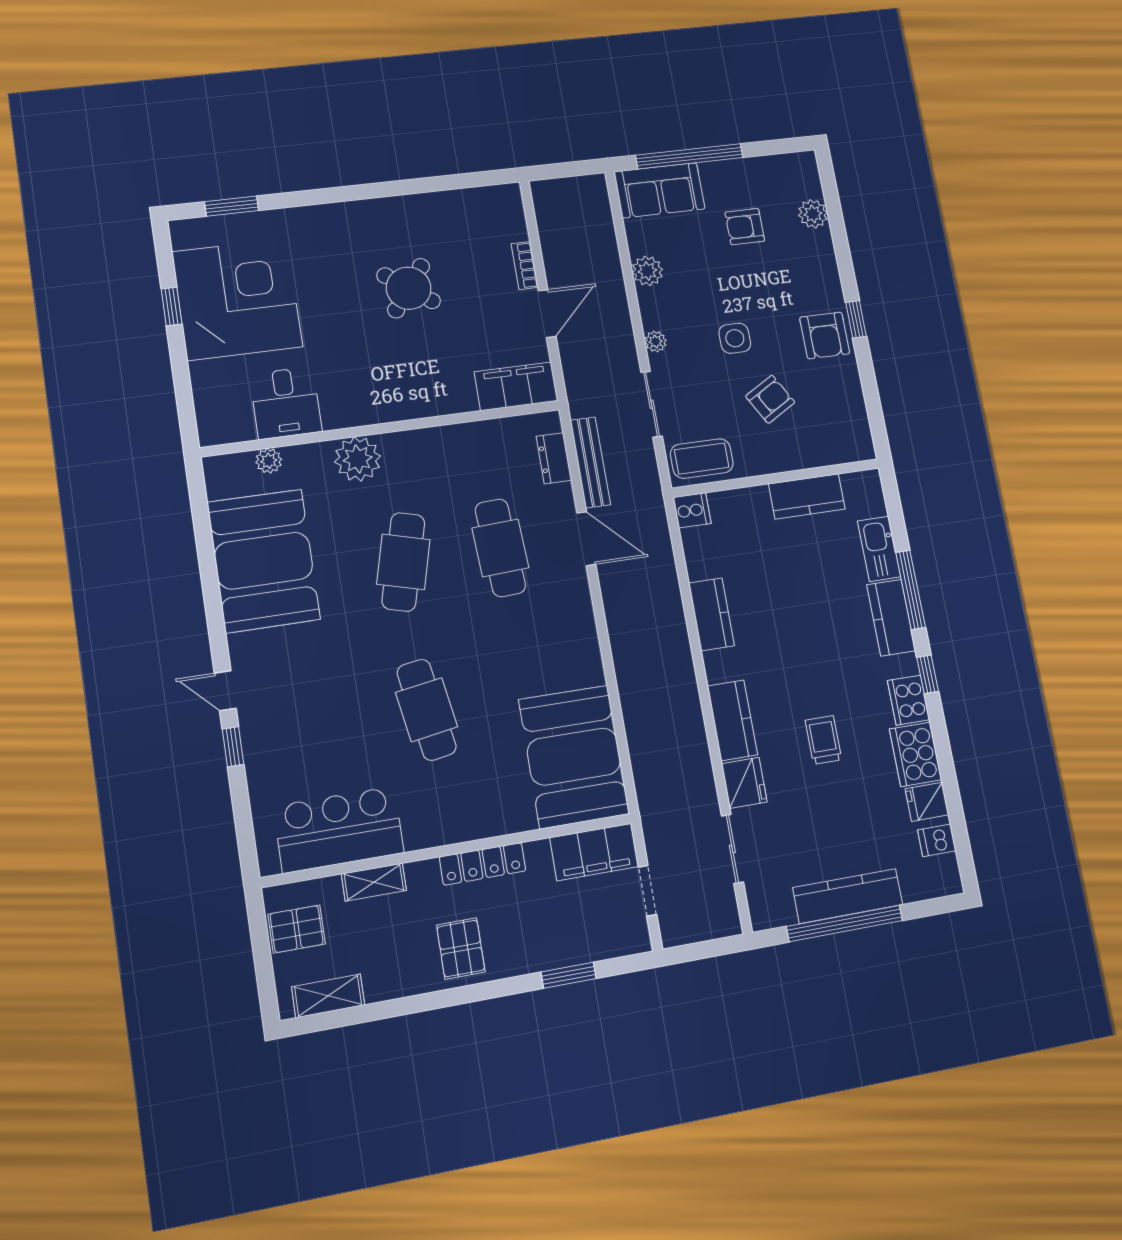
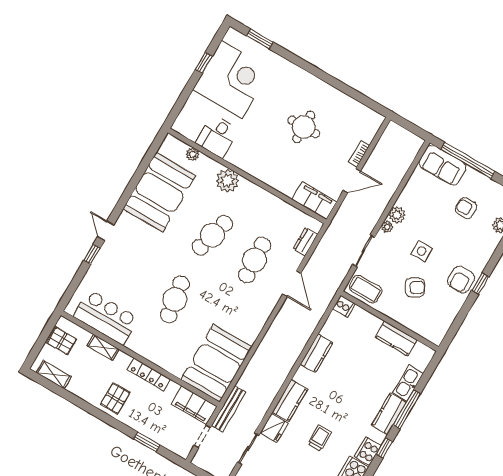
plant: (647, 271) -> (397, 215), moved
round table: (409, 288) -> (304, 127), turned -37
bench: (590, 462) -> (229, 409), moved

